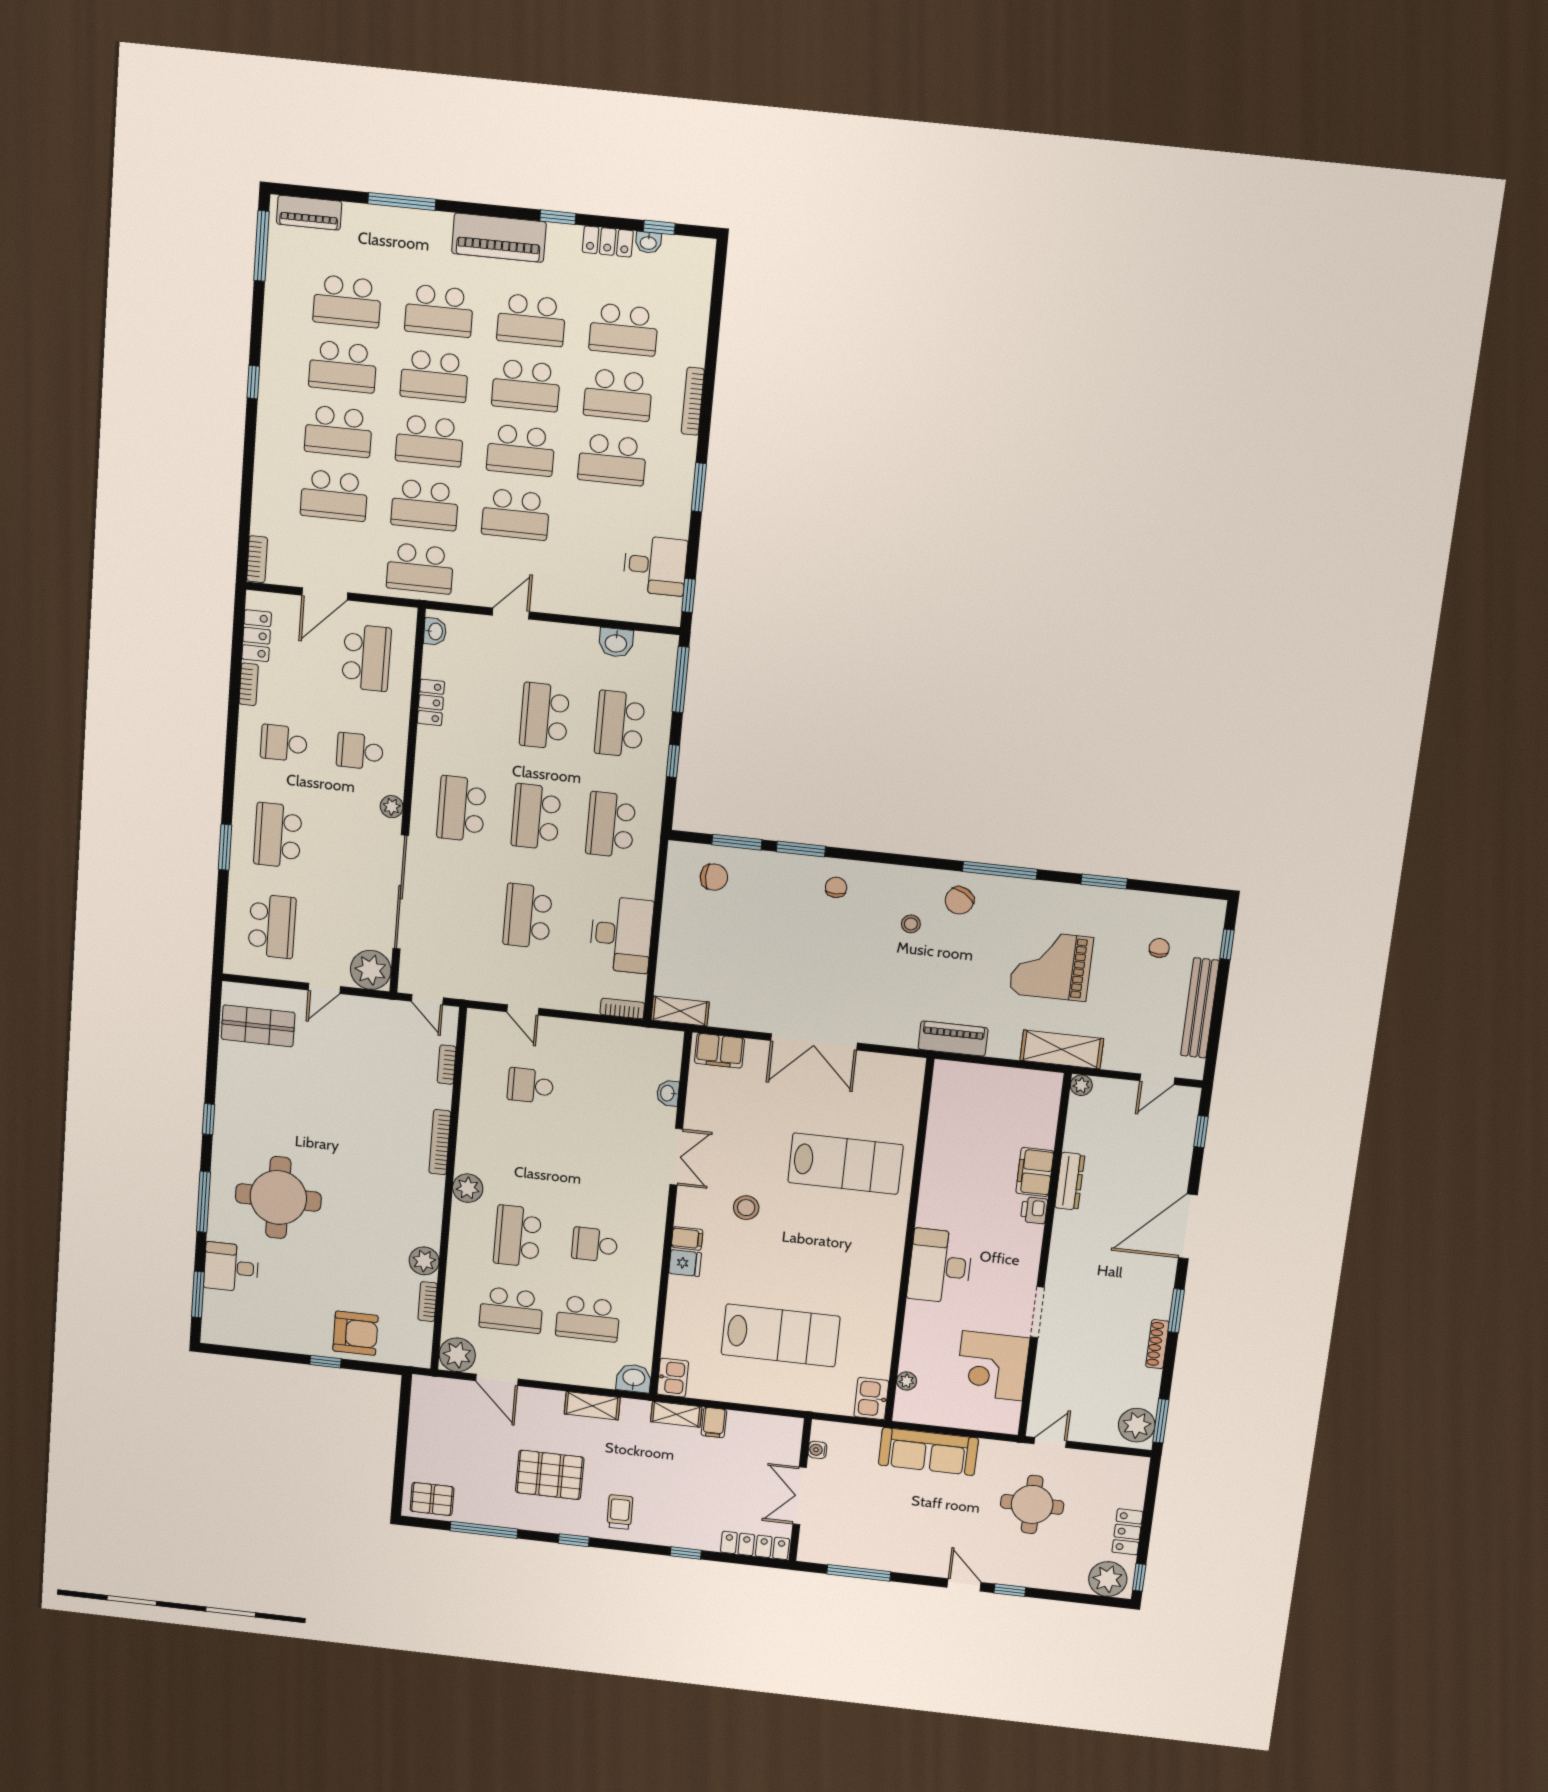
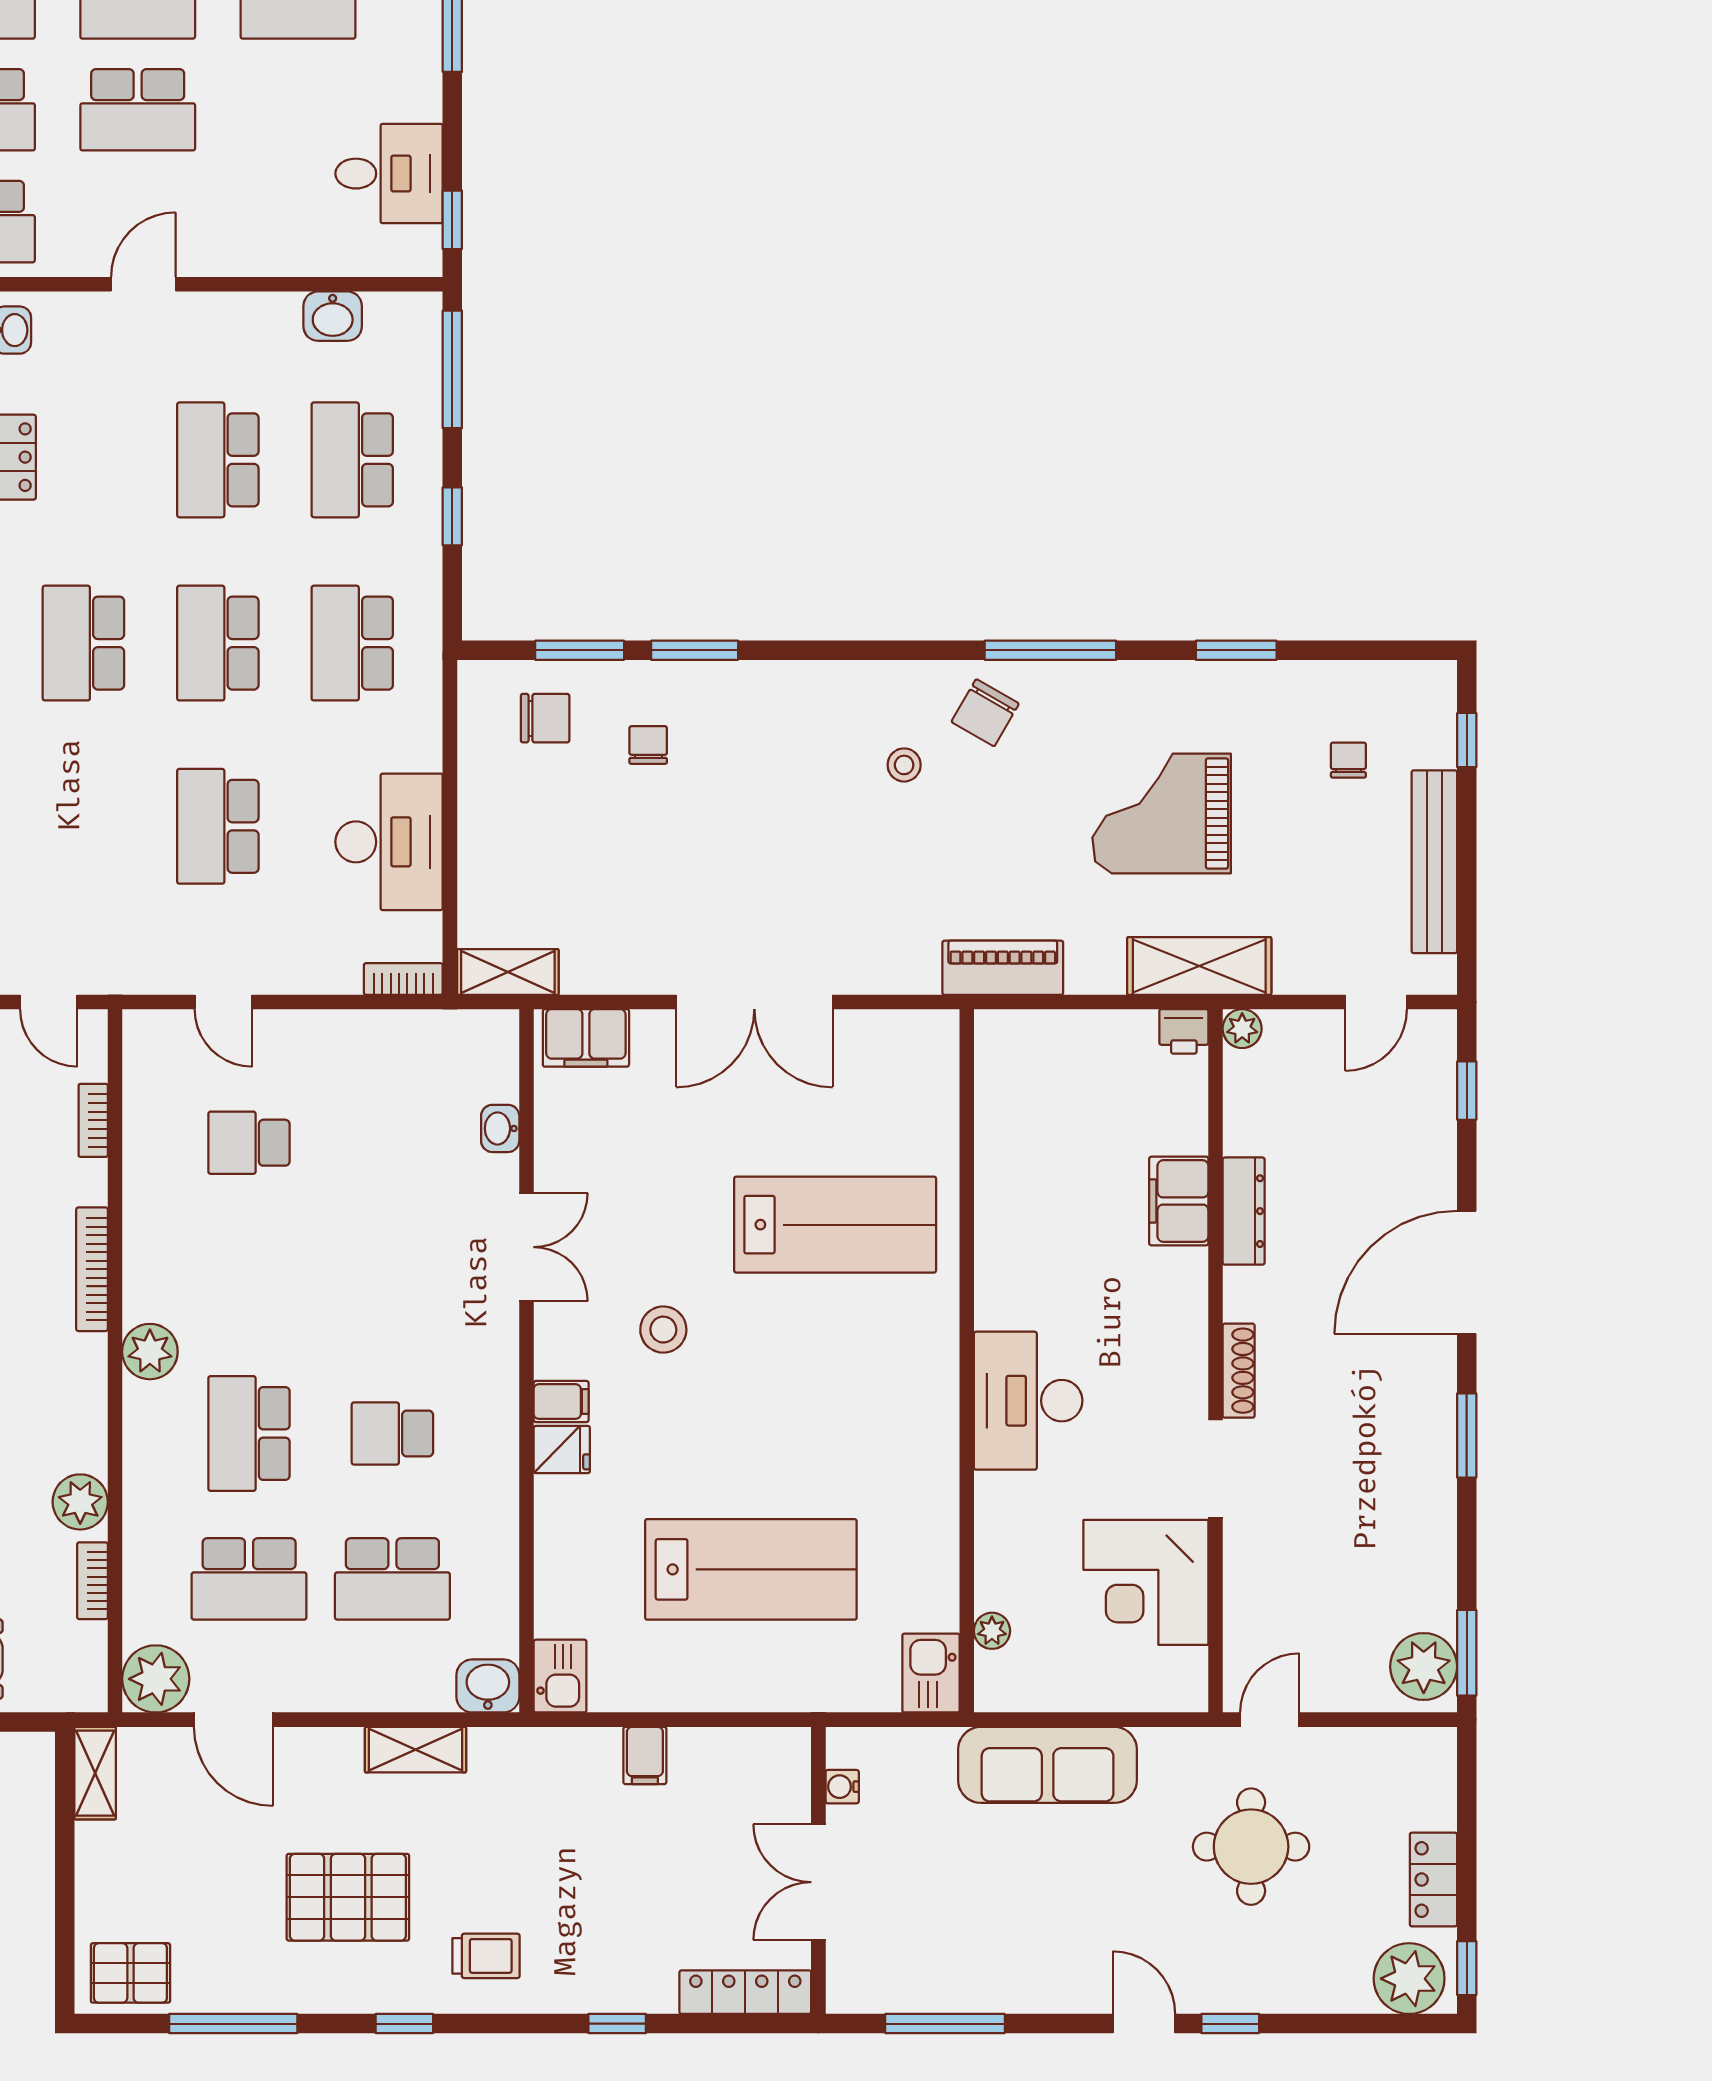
chair: (836, 887) -> (648, 745), moved
printer: (1034, 1210) -> (1184, 1031), moved, turned -90
shoe rack: (1157, 1344) -> (1239, 1371), moved, turned 180
shelving: (676, 1414) -> (95, 1773), moved, turned 90
trolley: (620, 1512) -> (486, 1956), turned 91

